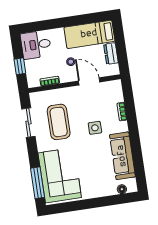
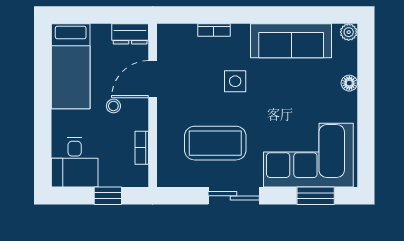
dresser: (111, 54) -> (130, 34), moved
sliding door: (28, 123) -> (234, 196), moved
window: (38, 183) -> (316, 196), width x0.69
plant: (132, 187) -> (349, 32), added
floor lamp: (122, 189) -> (349, 83), moved

